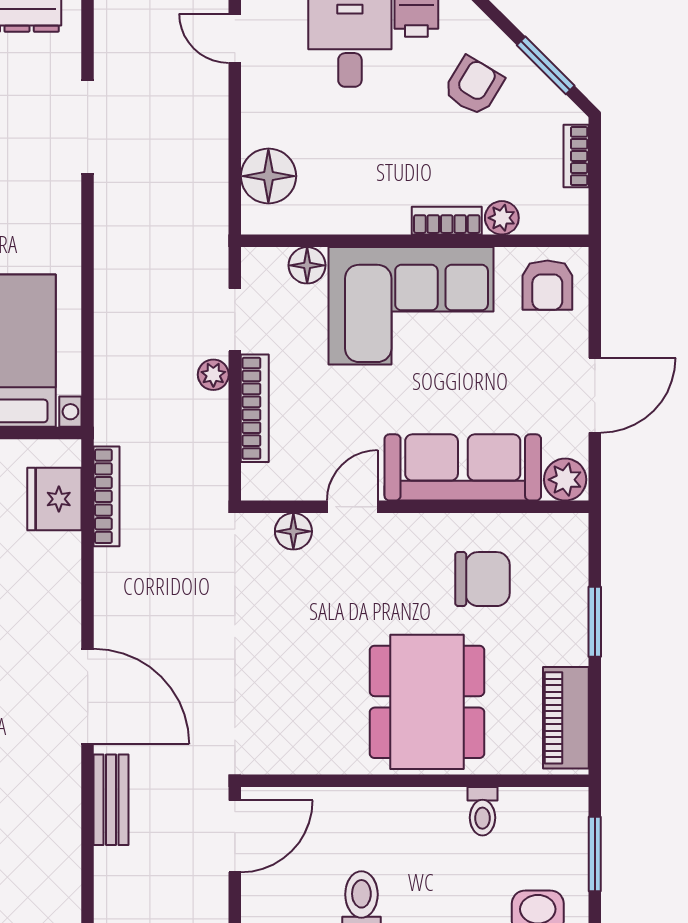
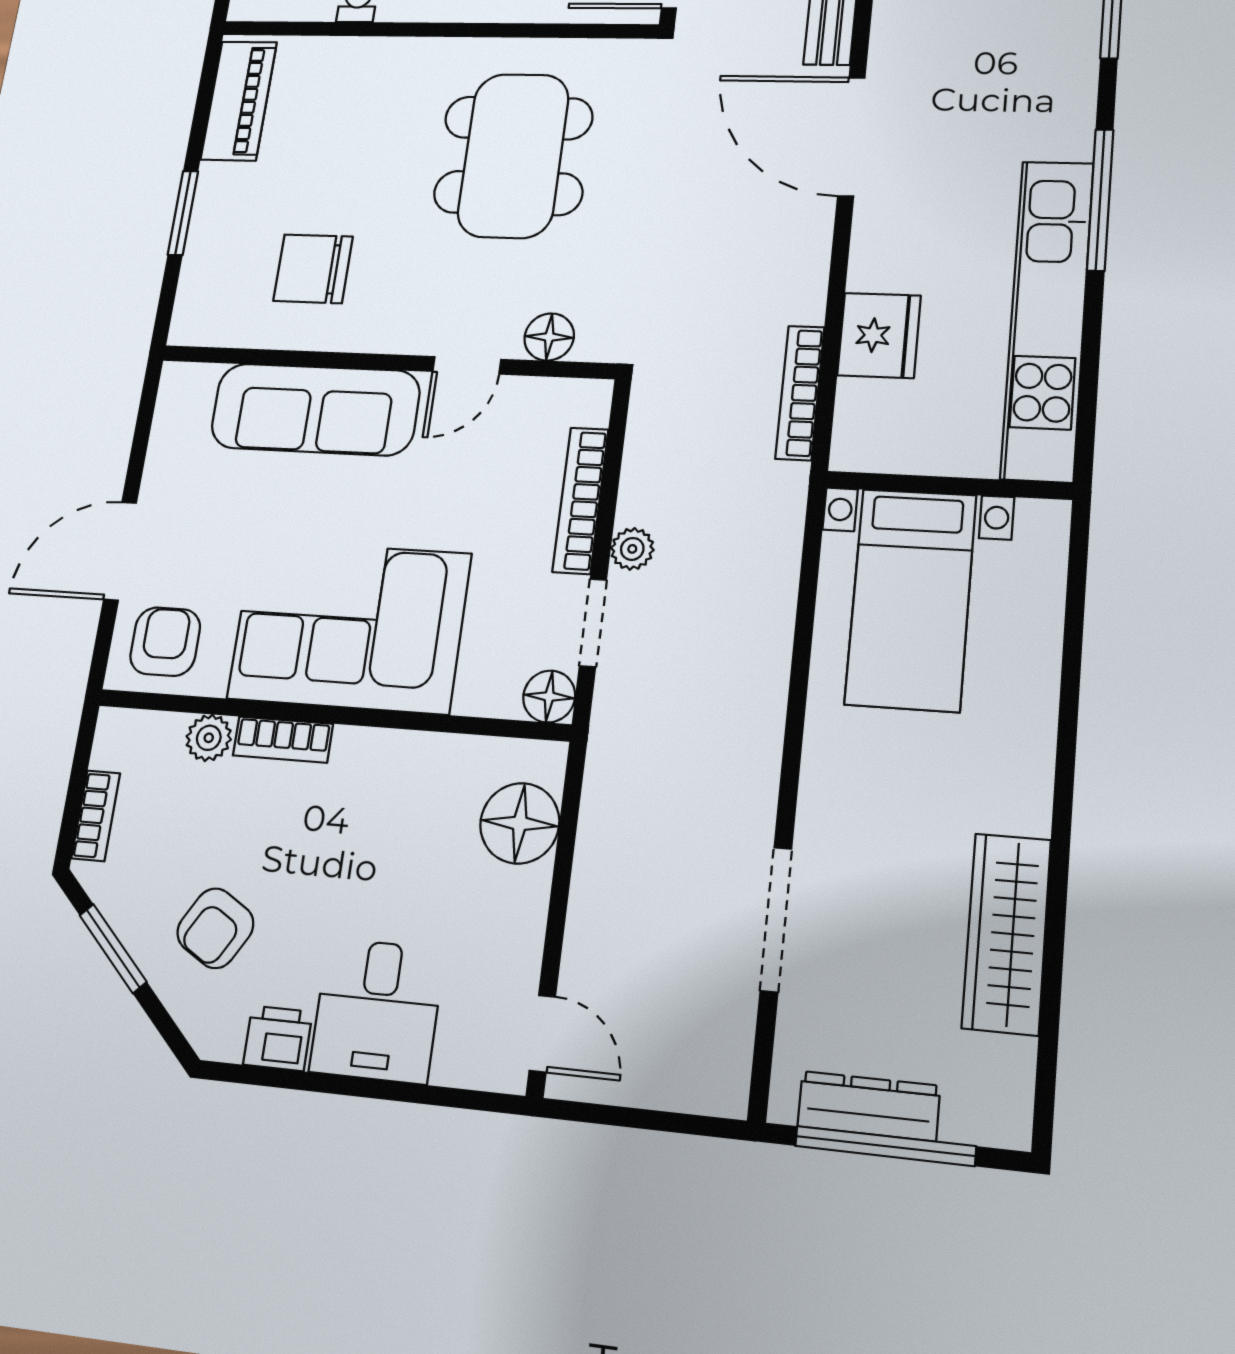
floor lamp: (307, 265) -> (549, 697), moved
door: (595, 395) -> (120, 551), moved
plant: (565, 480) -> (188, 388), removed
fridge: (54, 499) -> (879, 335), moved
dining table: (427, 702) -> (513, 155), moved

